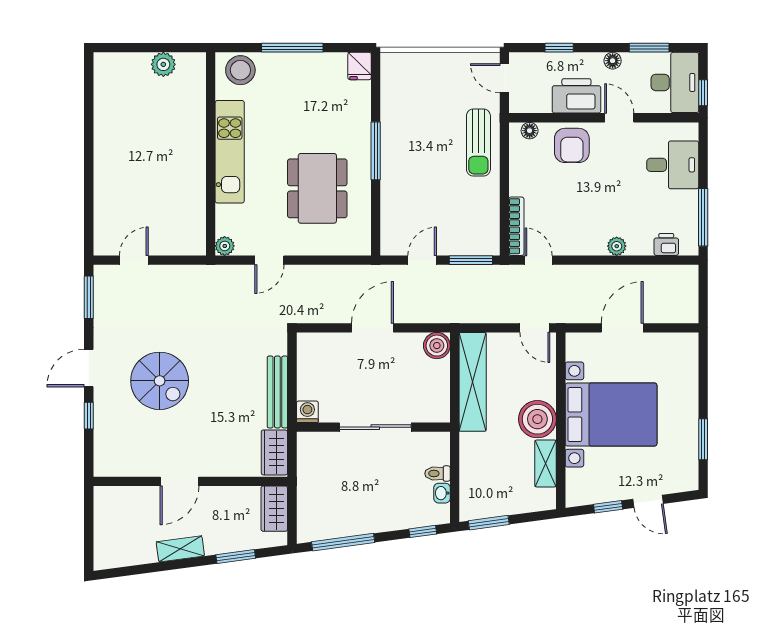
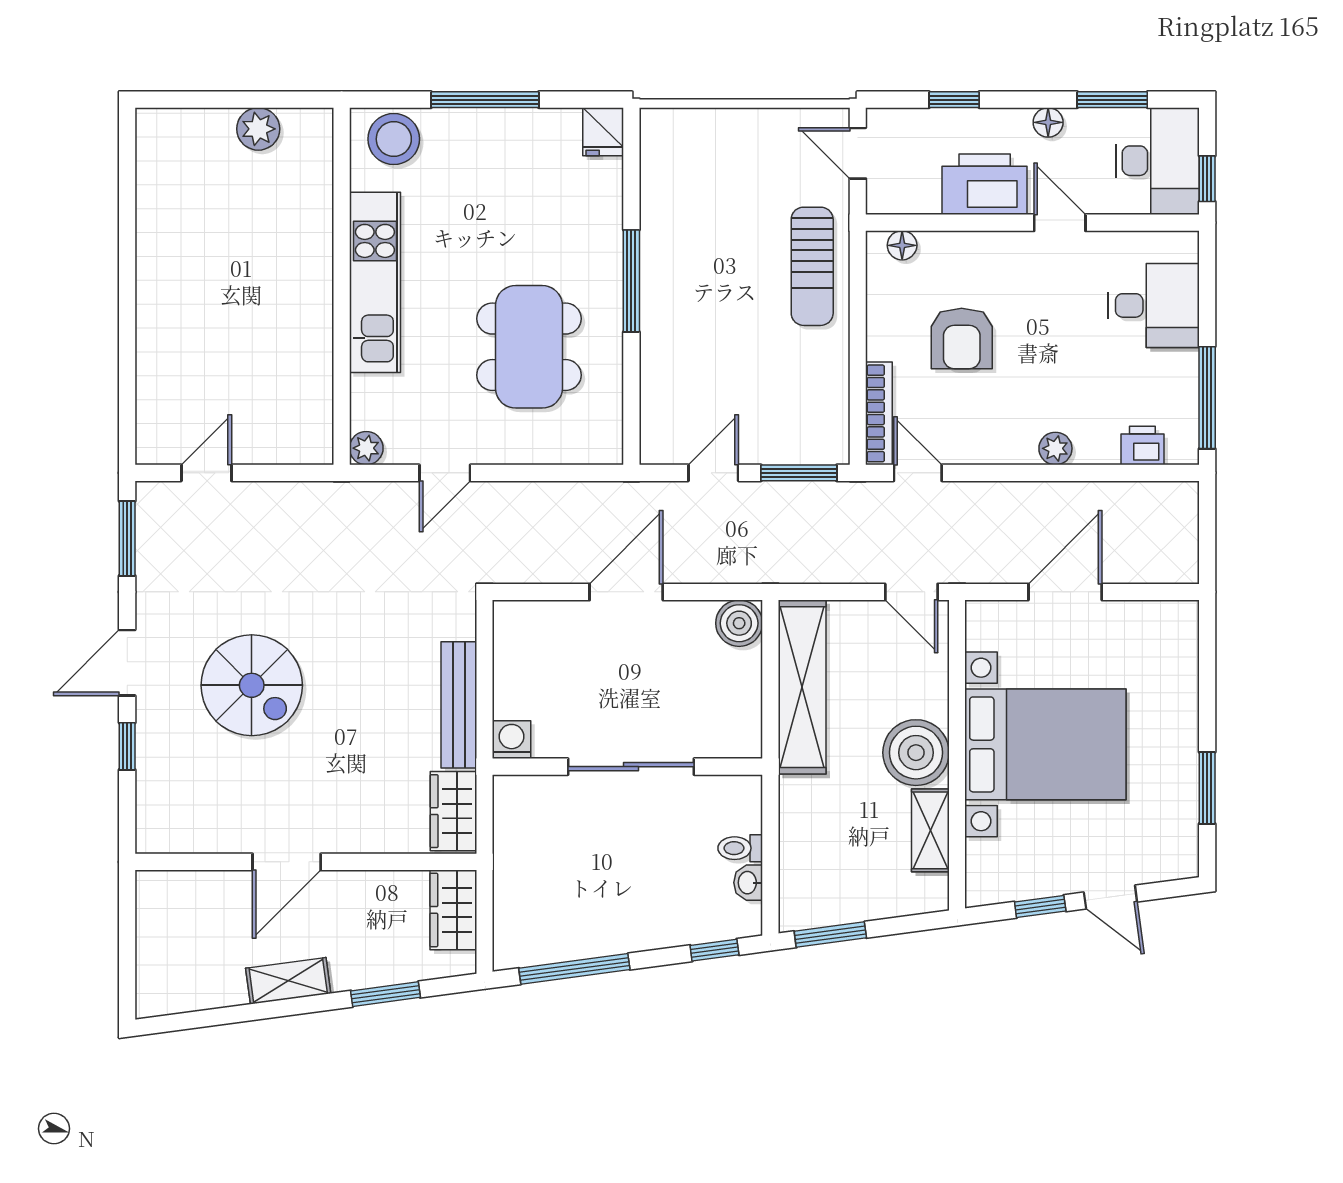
armchair: (572, 145) -> (962, 338), moved

